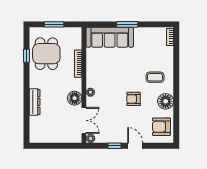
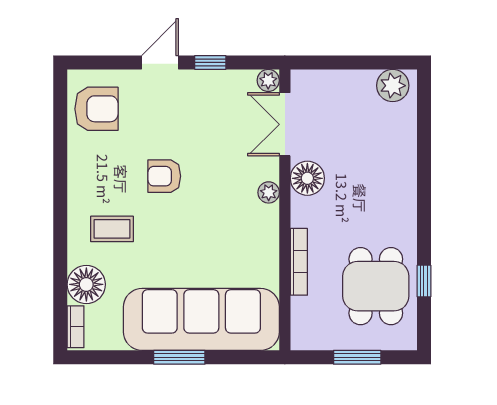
sofa: (110, 37) -> (201, 319), width x1.36, depth x1.27
armchair: (133, 99) -> (164, 176), turned 180
floor lamp: (166, 101) -> (86, 284), moved
dresser: (35, 102) -> (404, 169), removed
plant: (39, 136) -> (393, 86), added
door: (135, 146) -> (160, 62), swing flipped

